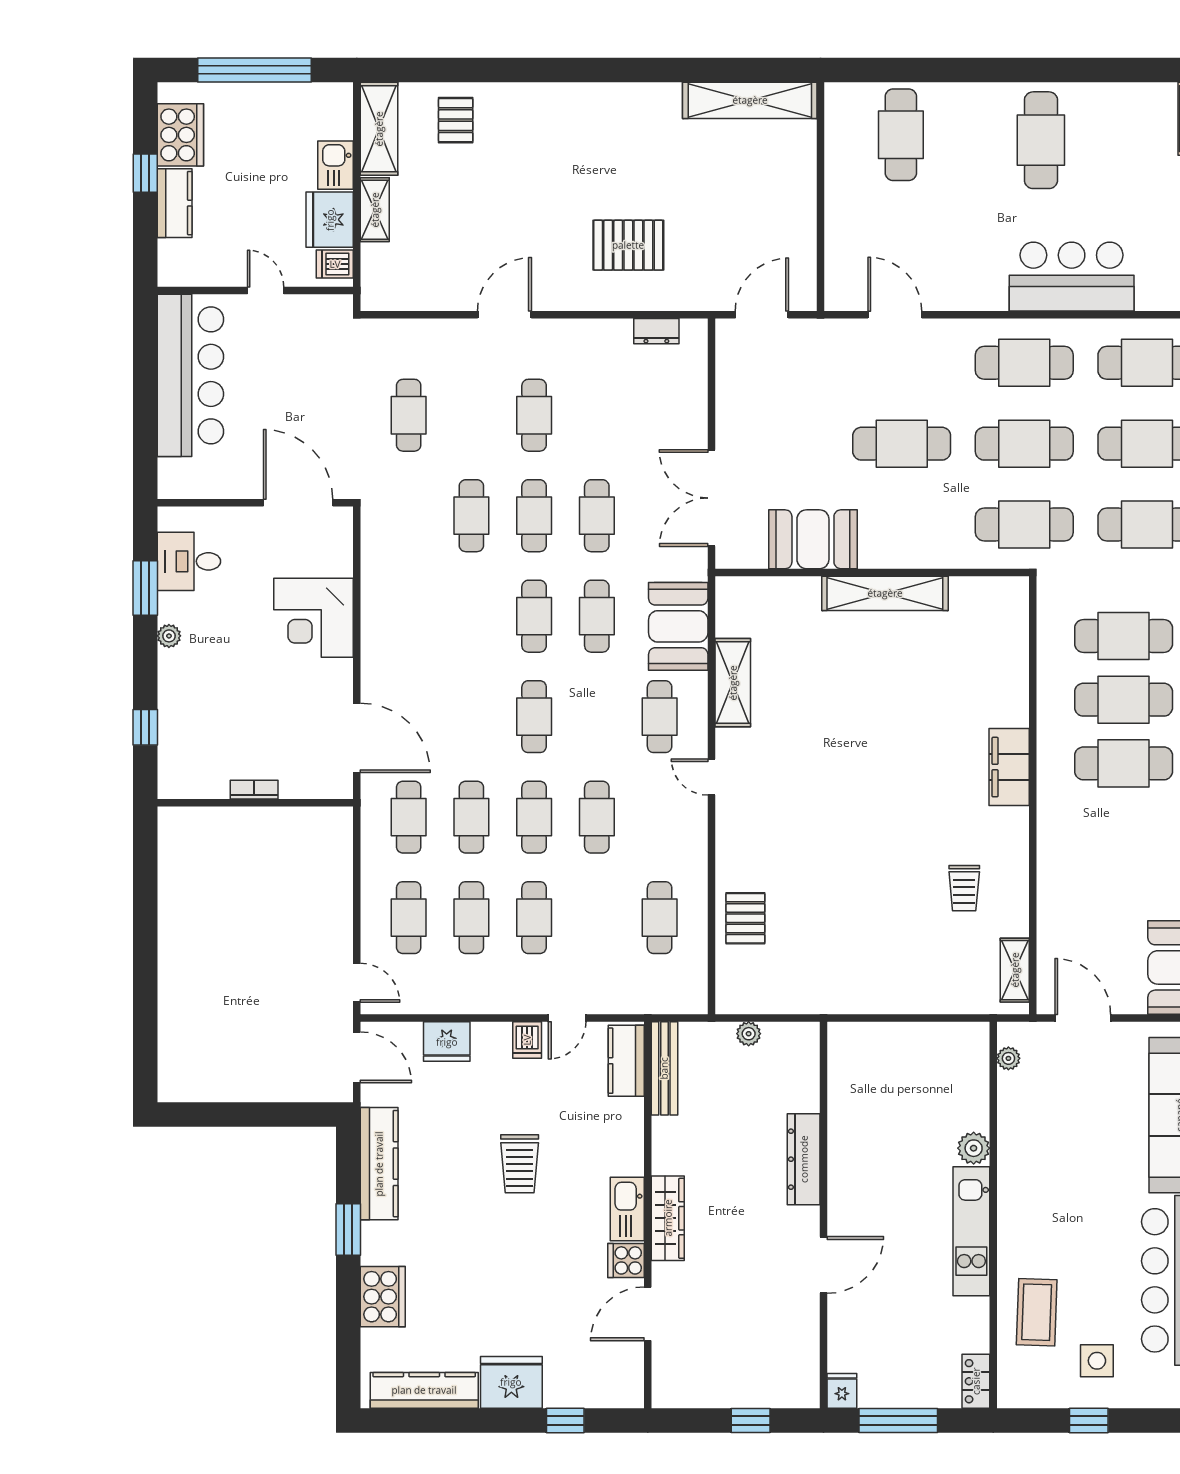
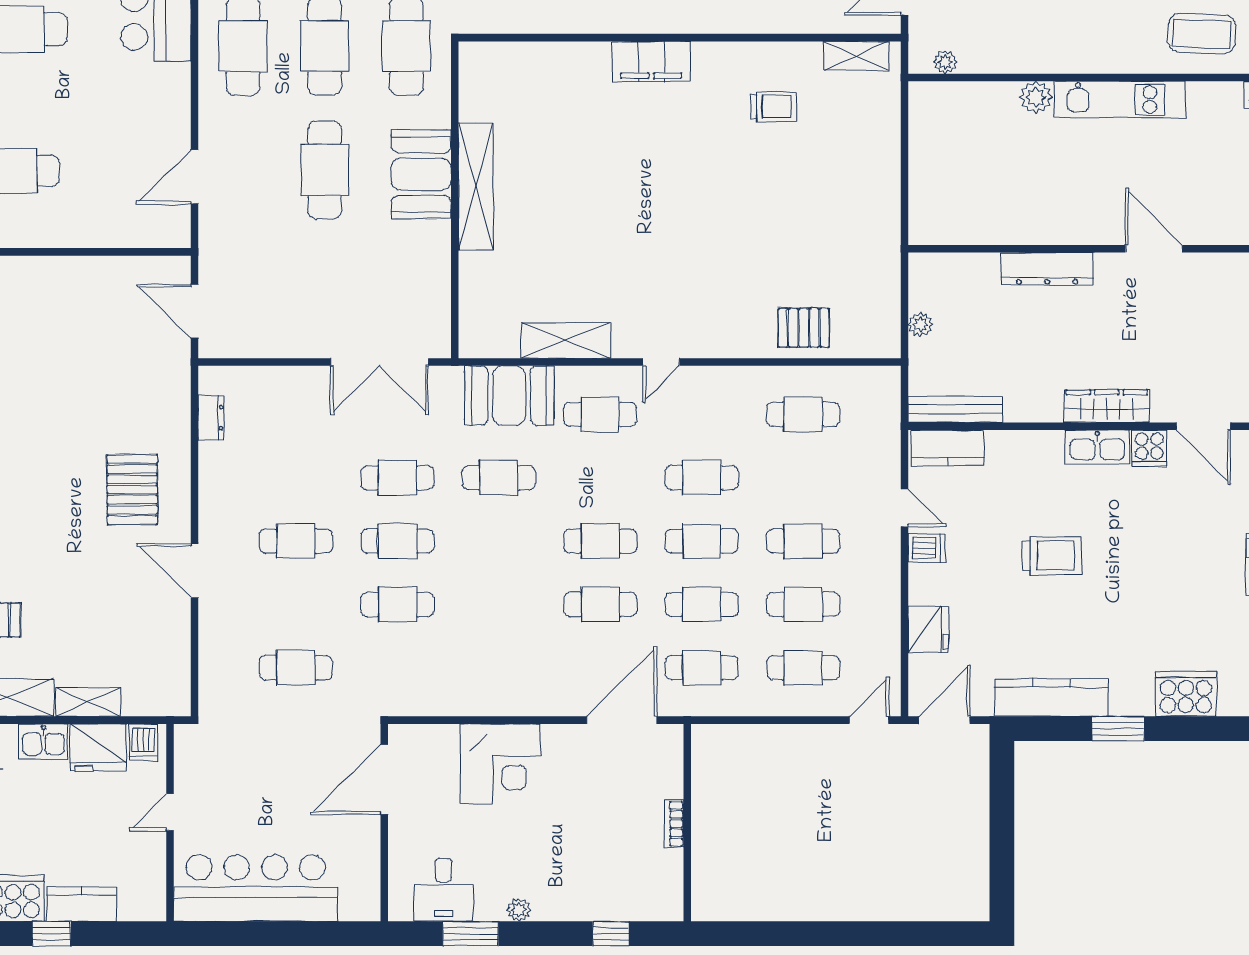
pallet: (628, 245) -> (132, 489), moved
booth: (813, 539) -> (421, 174), moved
cafe table: (534, 616) -> (600, 604), moved

